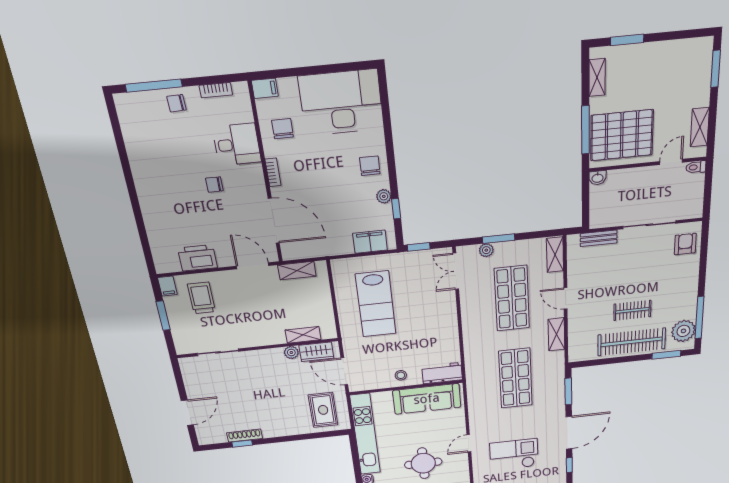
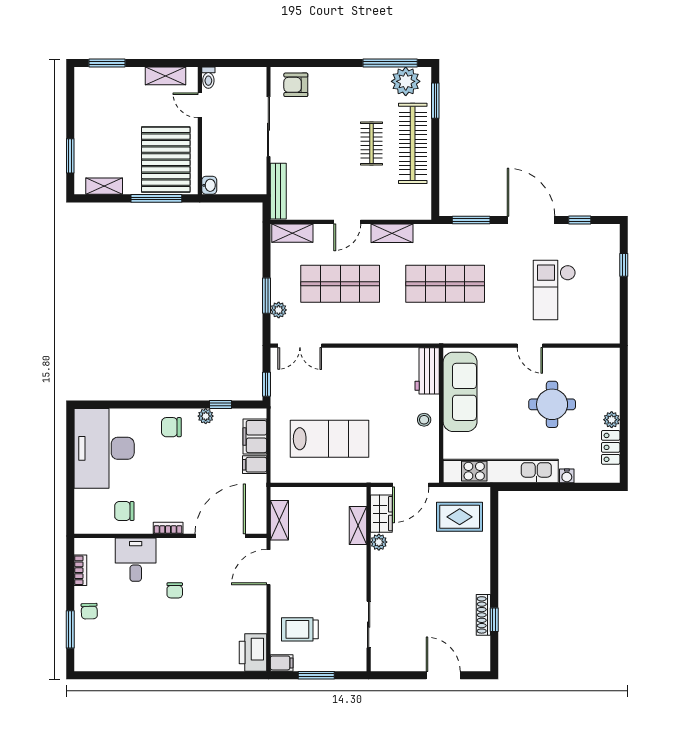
window: (154, 86) -> (70, 629), width x0.69
filing cabinet: (265, 88) -> (255, 465), moved, turned -90
bench: (599, 238) -> (278, 191), width x1.36
printer: (197, 258) -> (253, 652), moved

